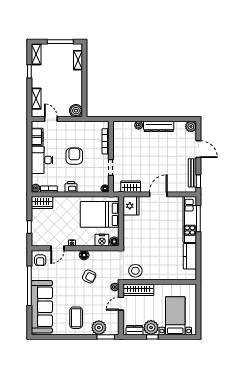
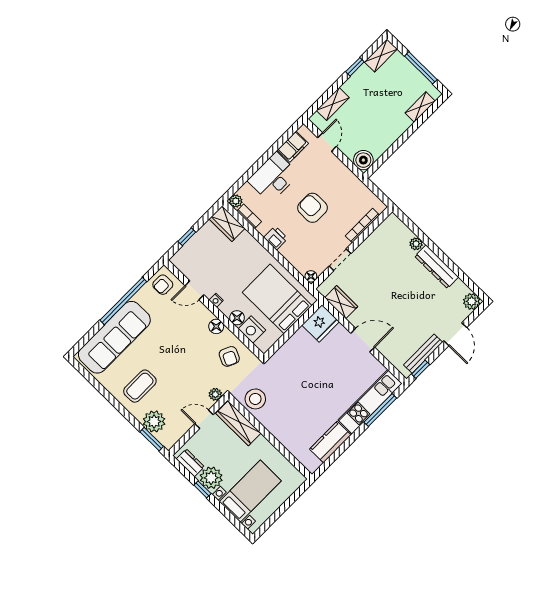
armchair: (74, 156) -> (312, 208), turned -90
floor lamp: (114, 242) -> (237, 318), moved
armchair: (89, 276) -> (229, 356), moved

